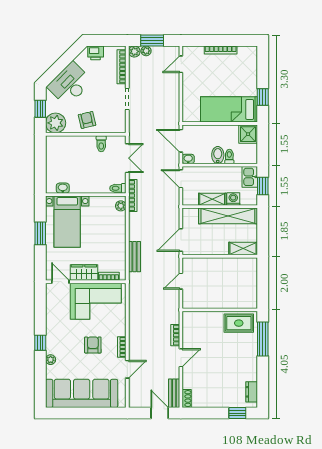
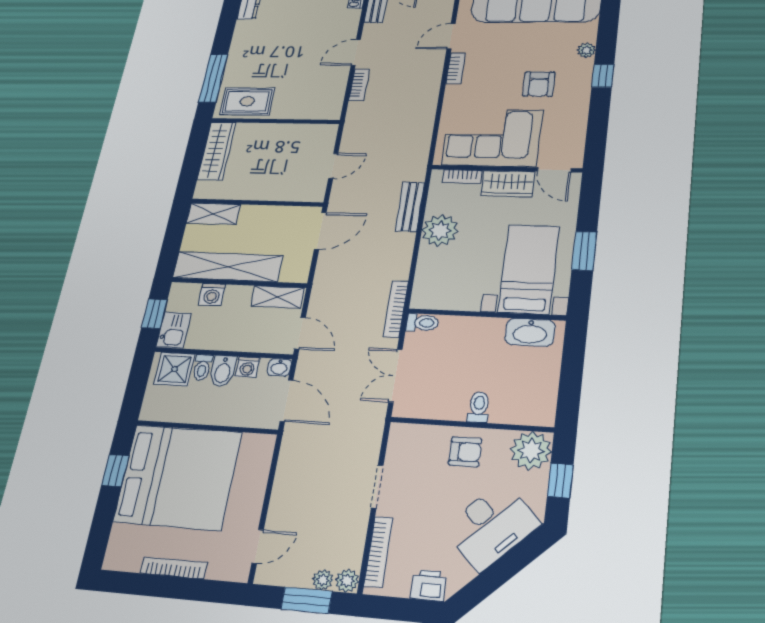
bed: (229, 109) -> (178, 477), width x2.04
armchair: (87, 120) -> (465, 452), turned -77
shower: (248, 134) -> (175, 369), moved
toilet: (101, 144) -> (479, 407), moved
washing machine: (205, 158) -> (248, 367), added
washbasin: (63, 188) -> (530, 332), width x1.91, depth x1.45
shelving: (212, 199) -> (278, 297), moved
plant: (121, 206) -> (440, 230), moved, width x1.88, depth x1.88
wardrobe: (250, 289) -> (217, 151), added
armchair: (93, 345) -> (539, 84), moved

